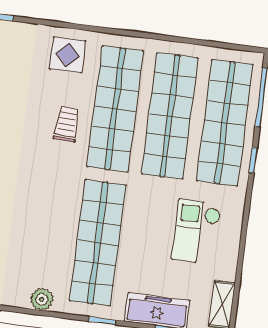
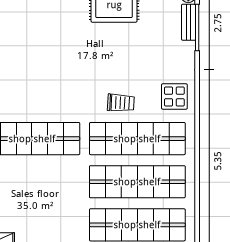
checkout: (196, 232) -> (50, 214), removed

